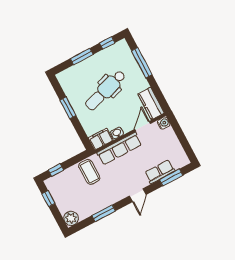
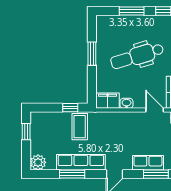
door: (143, 126) -> (155, 110), hinge flipped
row of seats: (119, 149) -> (81, 162), moved, turned 180
window: (56, 170) -> (70, 108), moved

